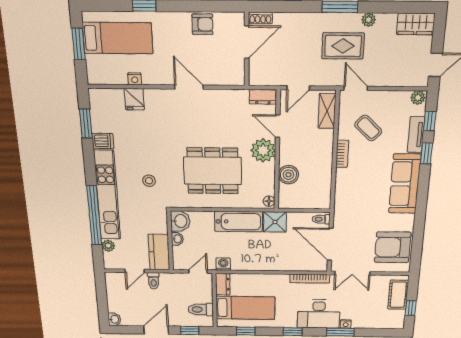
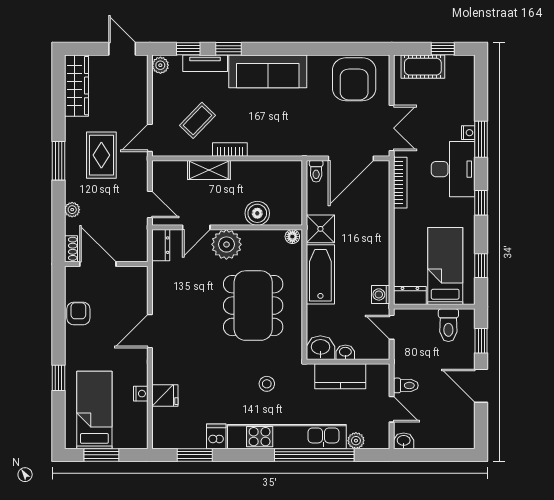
plant: (369, 20) -> (72, 210), moved
wardrobe: (416, 24) -> (77, 86), width x1.50
shelving: (327, 111) -> (209, 170), moved
kitchen counter: (159, 252) -> (340, 376), moved
washbasin: (114, 319) -> (404, 441), moved

